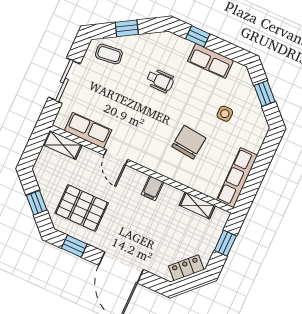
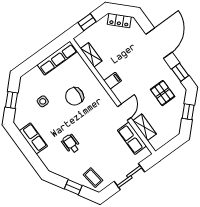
window: (198, 36) -> (33, 158), removed
shelving: (63, 145) -> (145, 127), moved
pallet: (82, 208) -> (163, 93), width x0.67, depth x0.71

